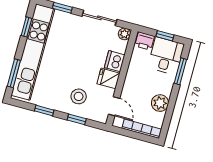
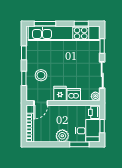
plant: (160, 103) -> (62, 136), moved

